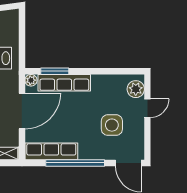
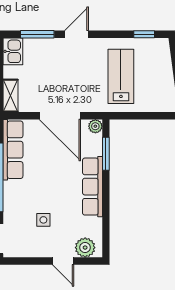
row of seats: (64, 83) -> (92, 187), moved
side table: (112, 125) -> (43, 220), width x0.54, depth x0.54

